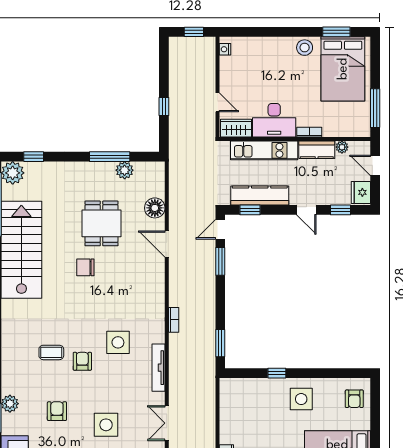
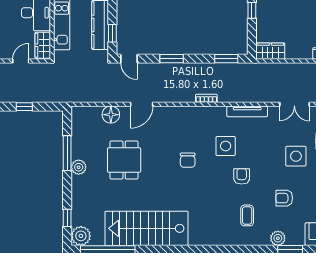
plant: (125, 170) -> (79, 167), moved
dining table: (102, 223) -> (124, 160), turned 90
window: (220, 261) -> (172, 59), moved
chair: (85, 267) -> (188, 160), moved
coffee table: (51, 352) -> (247, 215), moved
armchair: (82, 361) -> (242, 176), turned 90
wardrobe: (229, 395) -> (270, 51), added

